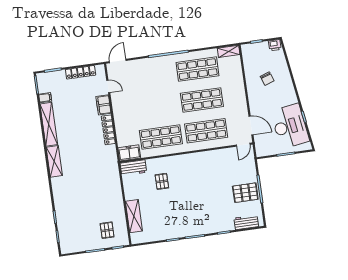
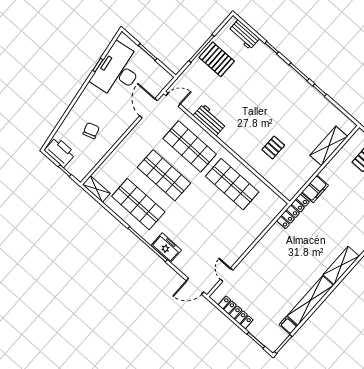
printer: (275, 45) -> (60, 152), width x1.87, depth x1.48
filing cabinet: (103, 105) -> (315, 189), moved
locker: (108, 130) -> (293, 211), moved
freezer: (129, 153) -> (166, 248), moved, turned 180
workbench: (133, 168) -> (210, 120), moved

